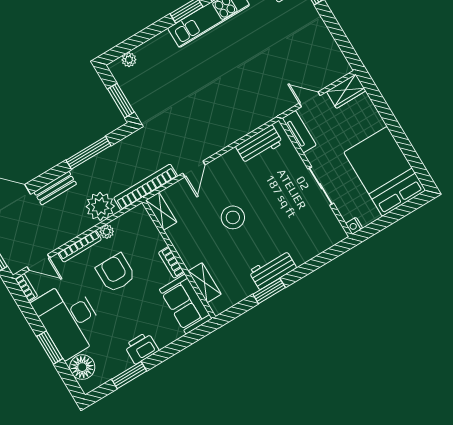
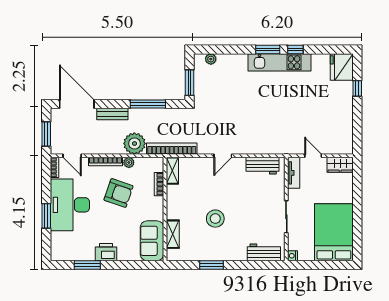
door: (194, 169) -> (223, 156), moved
stool: (233, 217) -> (215, 219), moved
bookcase: (171, 262) -> (159, 184), moved
workbench: (273, 270) -> (264, 252), moved
armchair: (116, 273) -> (119, 193), turned 109
floor lamp: (82, 367) -> (60, 241), removed

